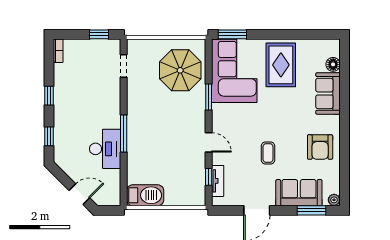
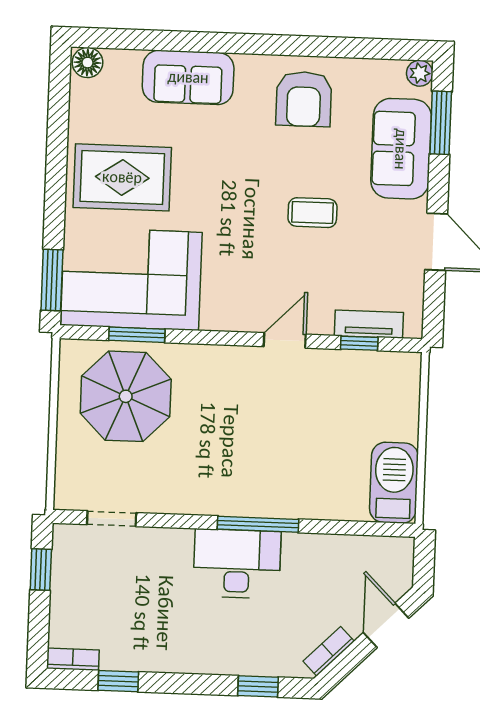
floor lamp: (333, 64) -> (87, 63), moved
window: (49, 96) -> (118, 681), moved
window: (209, 97) -> (137, 335), moved
armchair: (320, 147) -> (304, 99), turned 90
desk: (105, 149) -> (237, 564), moved
bookcase: (66, 168) -> (329, 651), added

